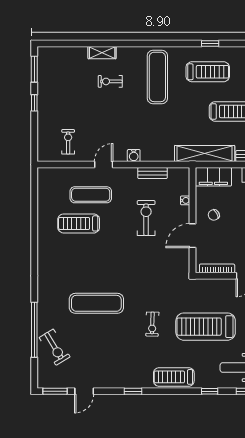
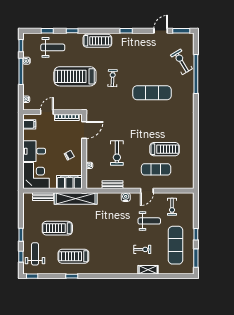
exercise mat: (157, 77) -> (176, 245), moved
weight bench: (100, 122) -> (149, 221), added
door: (192, 236) -> (84, 130), moved
treadmill: (206, 327) -> (75, 76), turned 180

